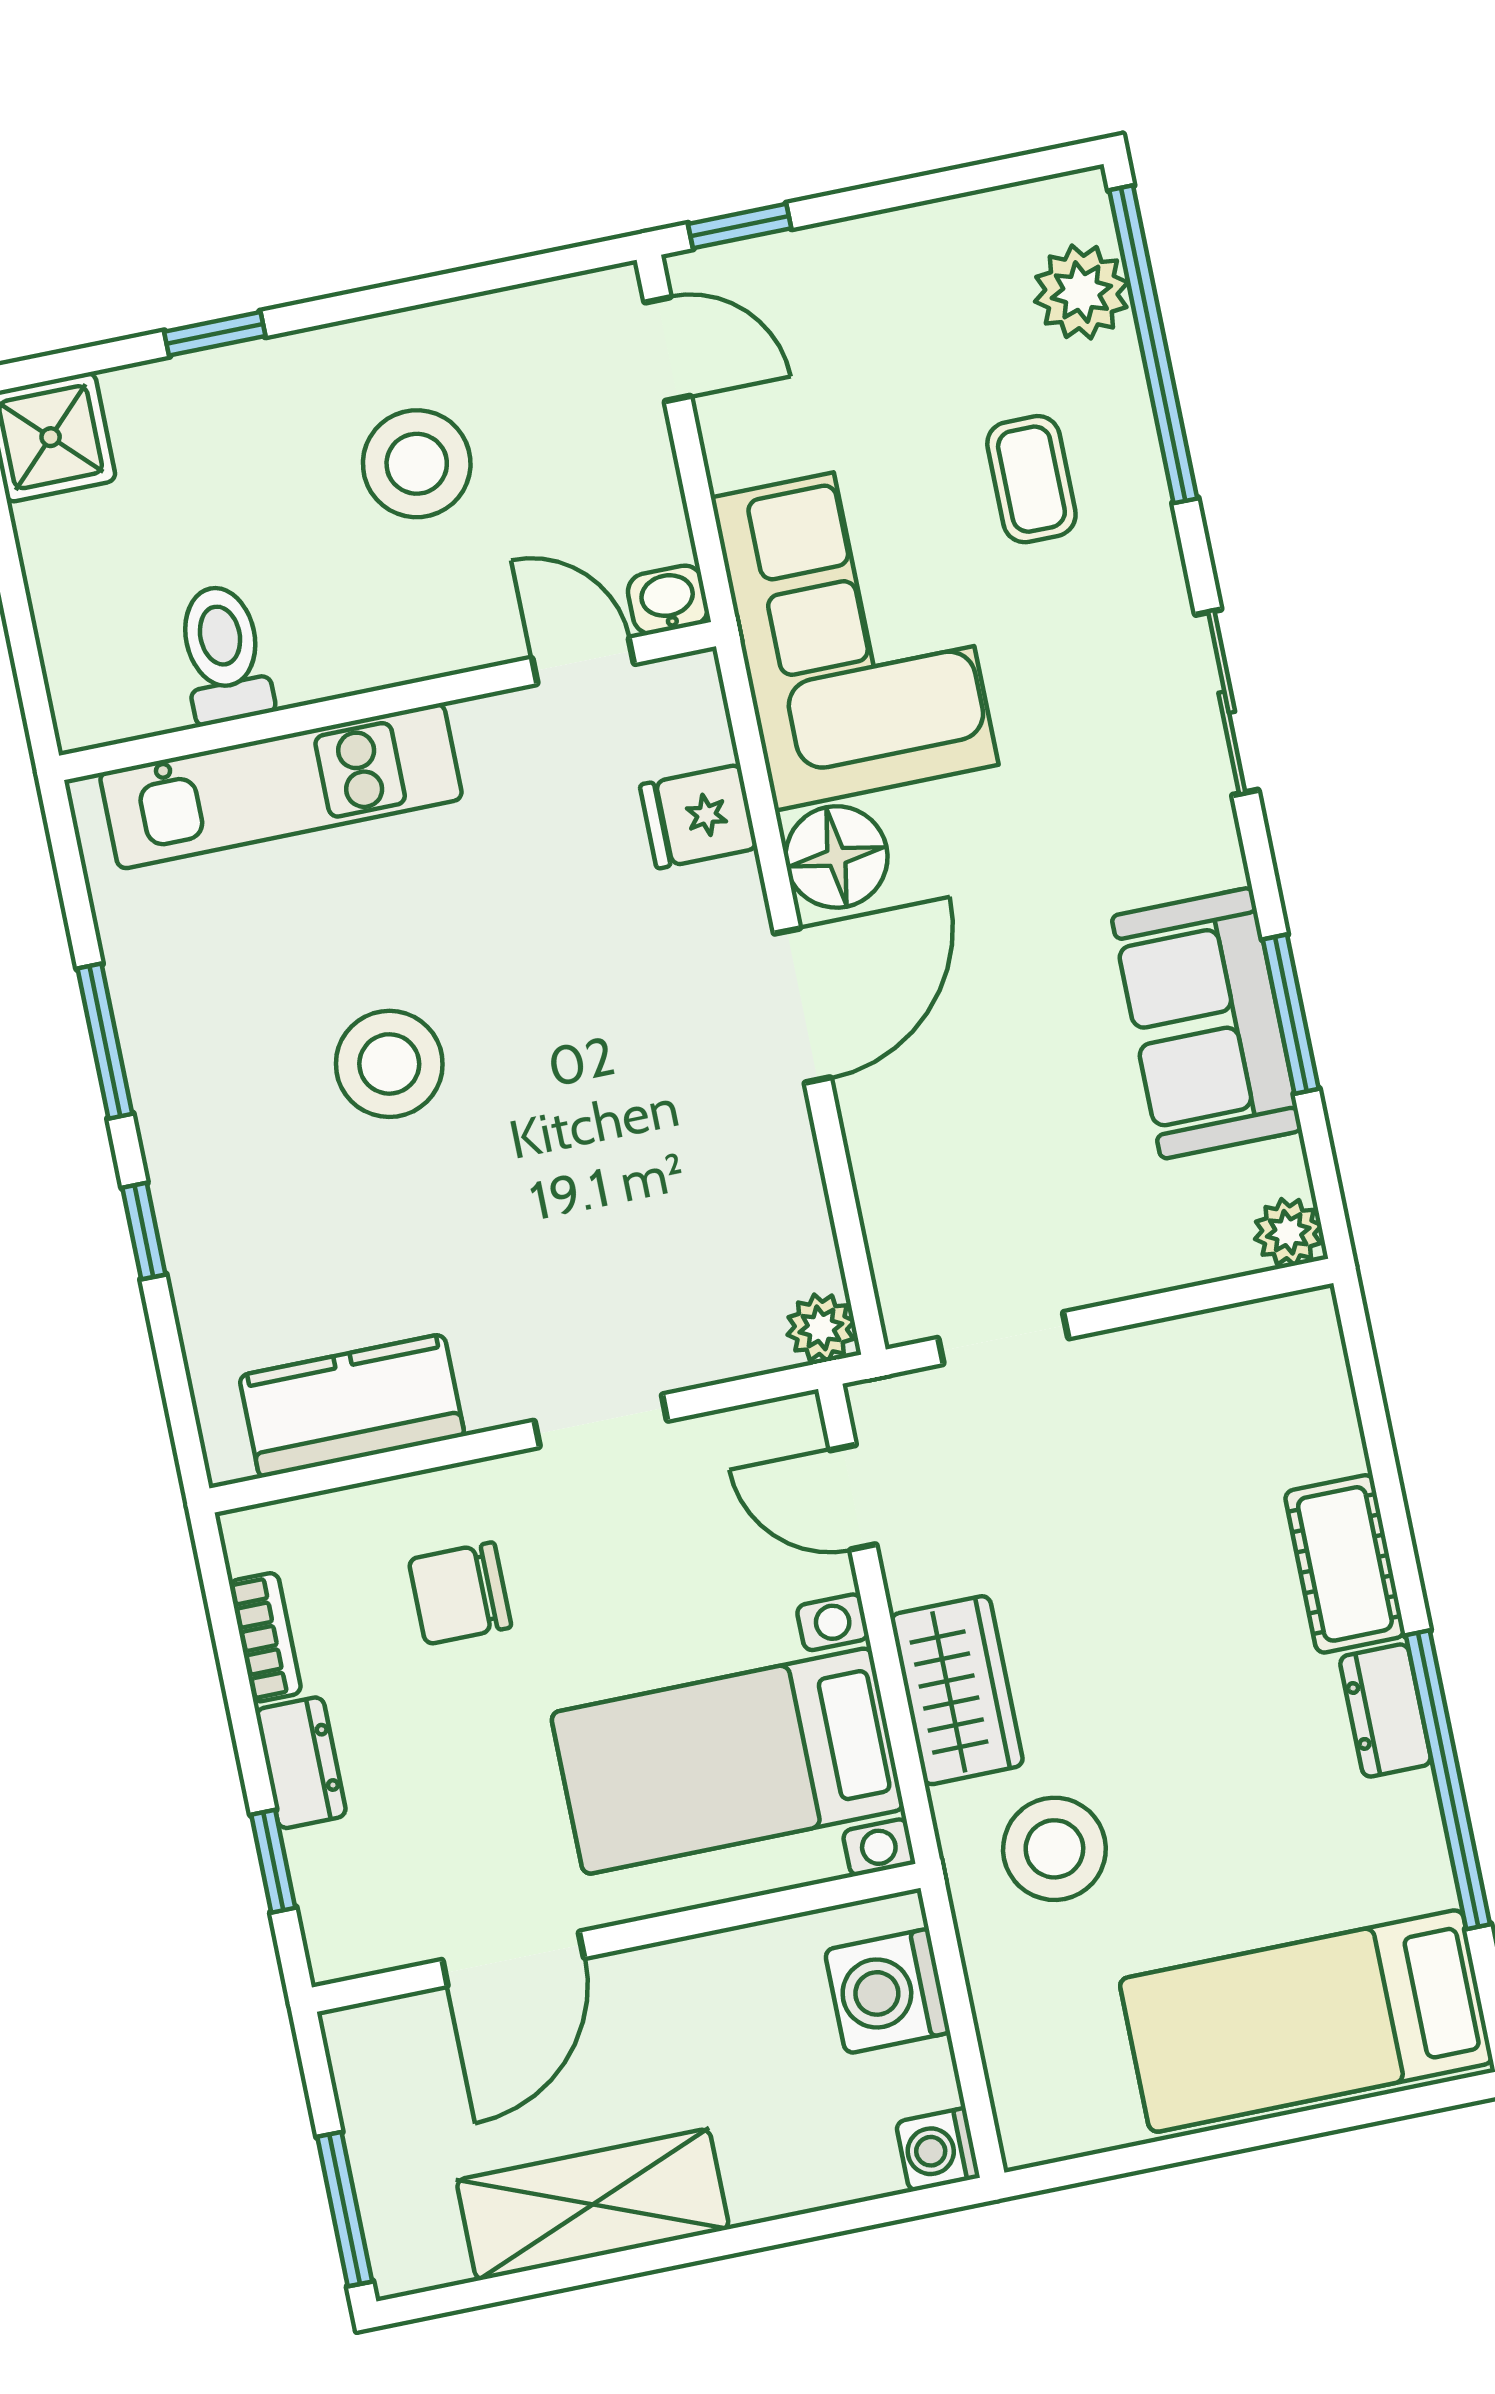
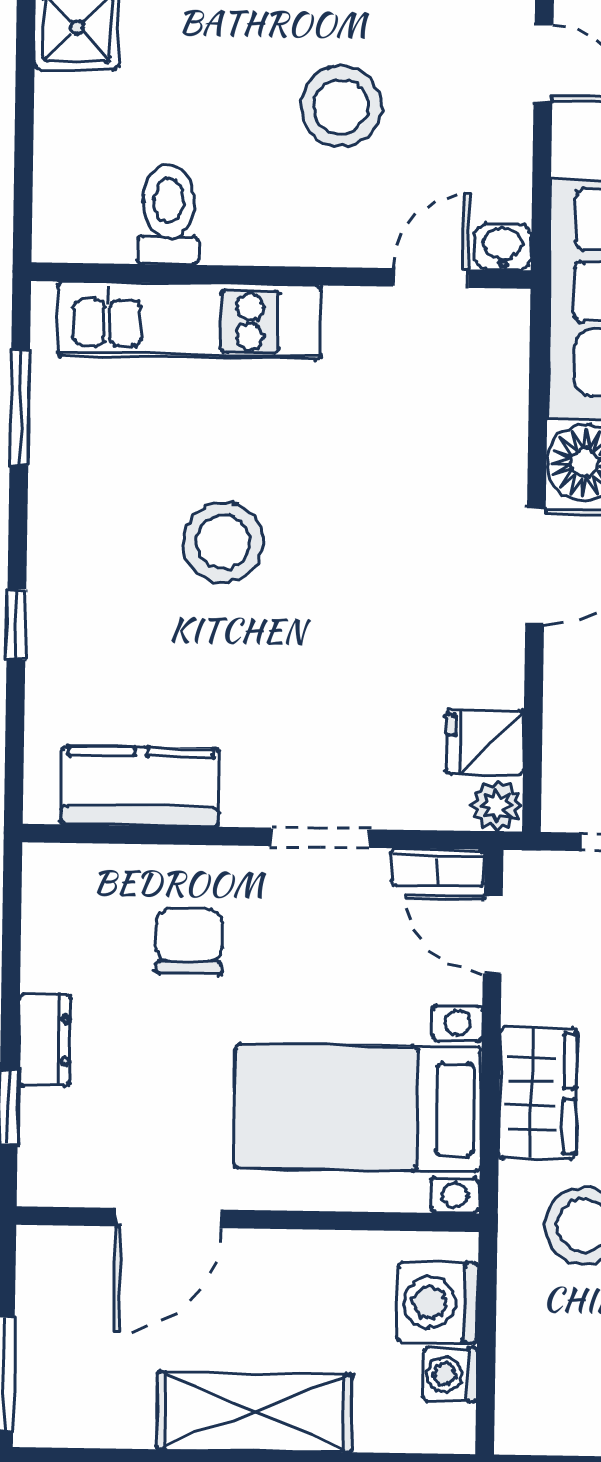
door: (583, 661) -> (431, 278), hinge flipped
fridge: (698, 817) -> (485, 742), moved
window: (105, 1041) -> (20, 408), moved
chair: (460, 1593) -> (189, 941), turned 90
bookcase: (265, 1637) -> (438, 868), moved, turned 90
washing machine: (938, 2150) -> (450, 1375), moved
shelving: (593, 2204) -> (254, 1412), moved

